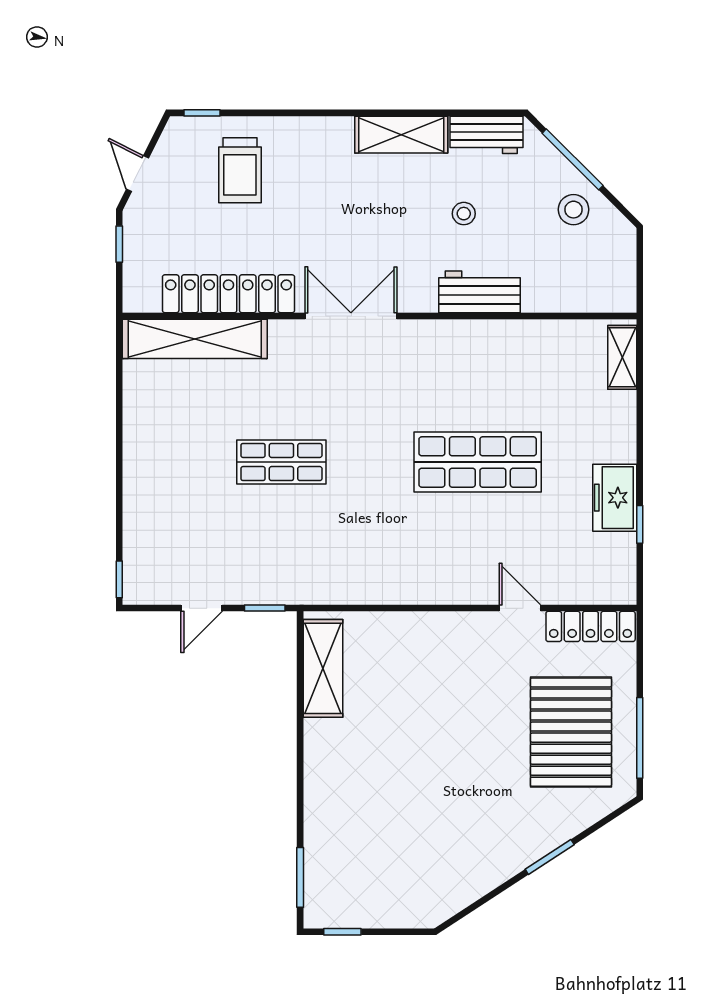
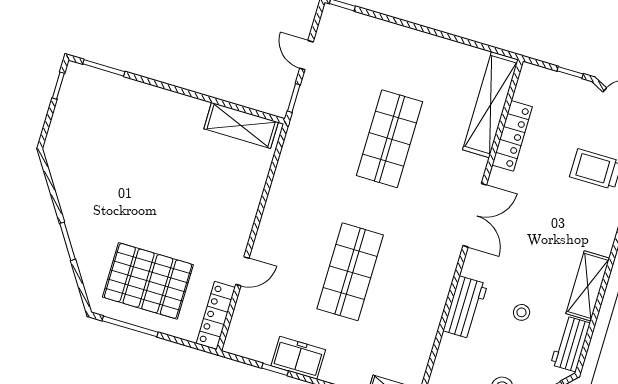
locker: (228, 294) -> (512, 136), width x0.71, depth x0.83
shop shelf: (281, 462) -> (390, 139), width x1.43, depth x1.36

